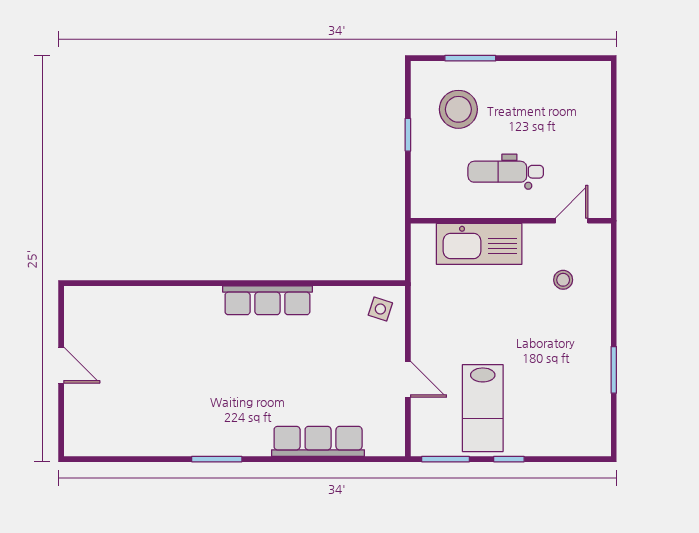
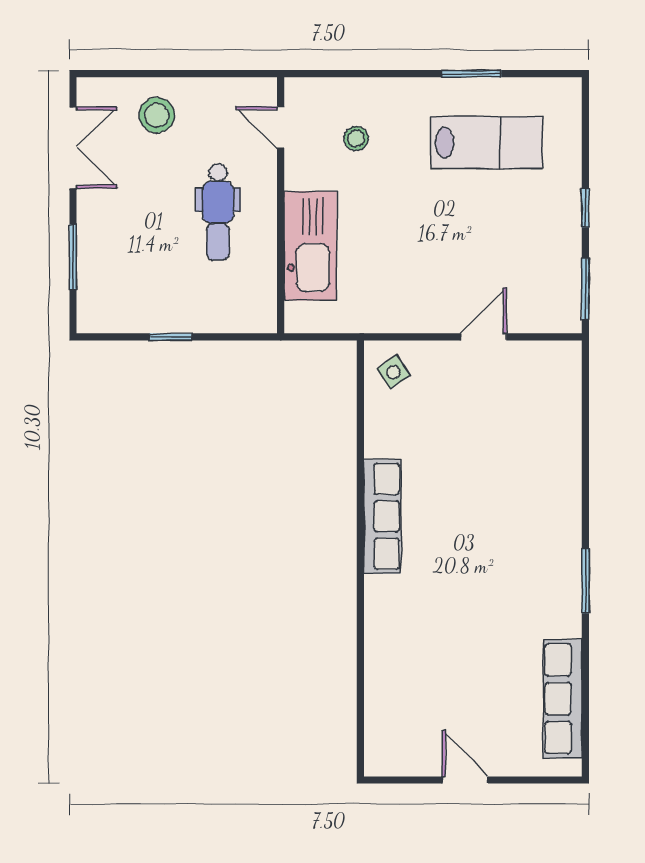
double door: (556, 58) -> (73, 148), added
stool: (458, 109) -> (157, 115), moved, width x0.73, depth x0.73
side table: (380, 309) -> (394, 372), turned 38
door: (61, 365) -> (465, 780), hinge flipped
lab bench: (483, 408) -> (487, 143), moved
row of seats: (318, 441) -> (563, 699), moved

